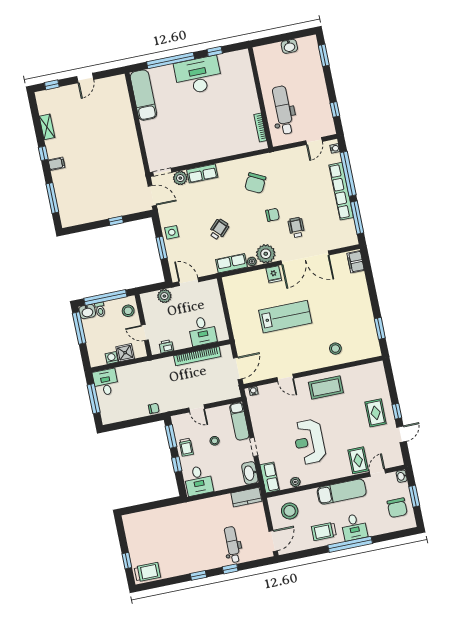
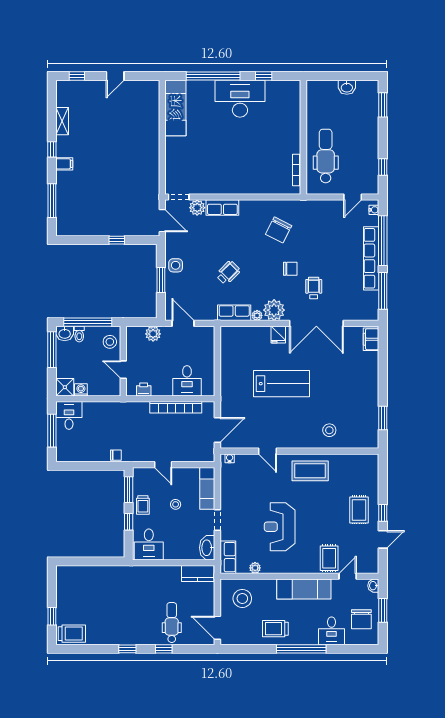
shower: (125, 353) -> (65, 387), moved
desk: (354, 527) -> (332, 631), moved
door: (273, 541) -> (217, 628), swing flipped

